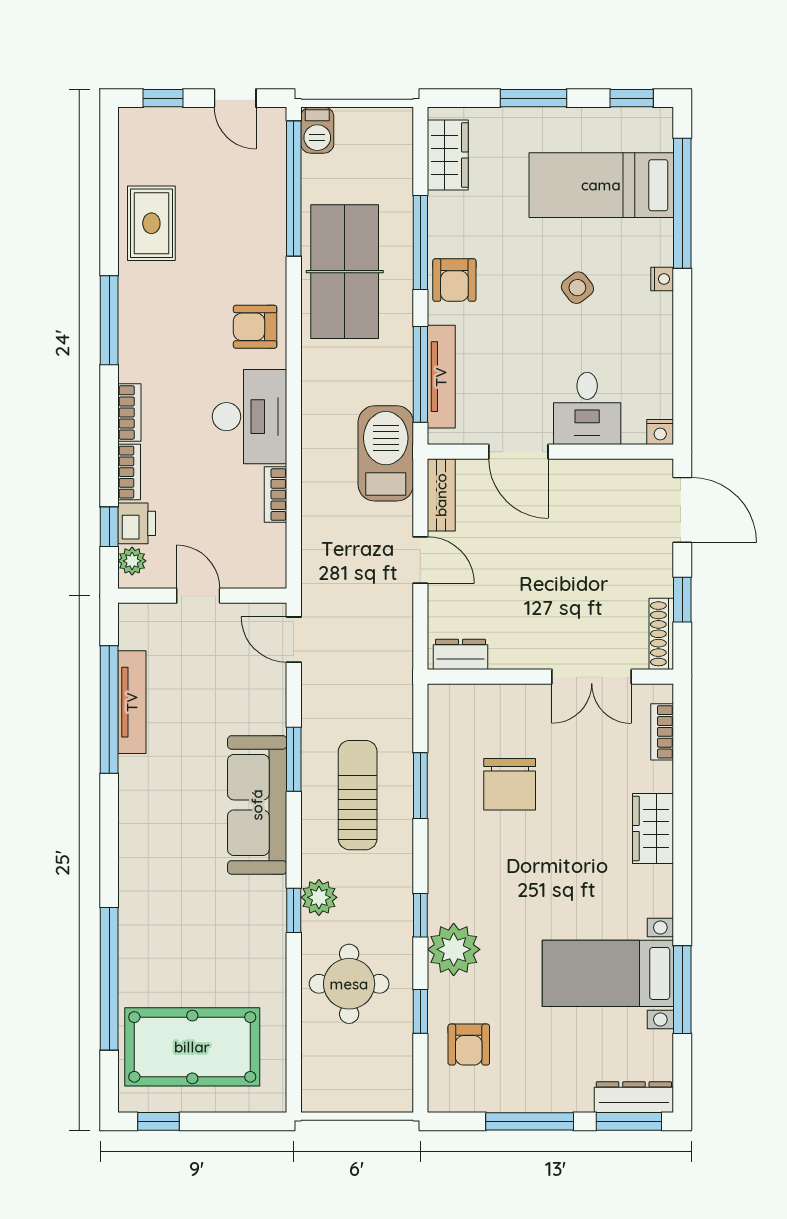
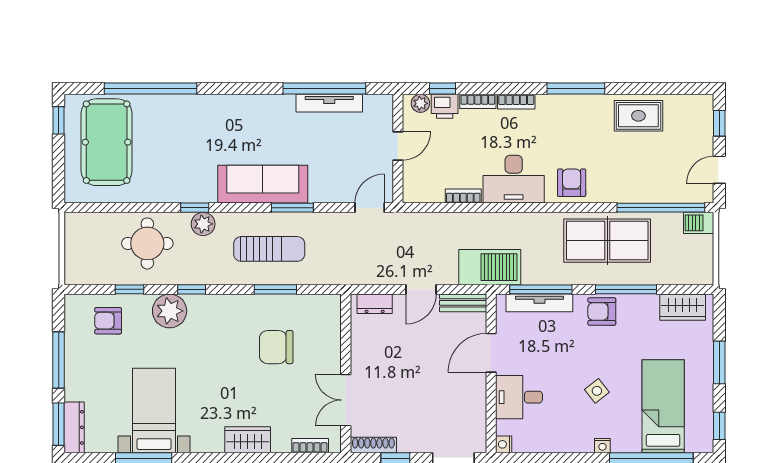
dresser: (460, 654) -> (375, 304), moved, turned 90

